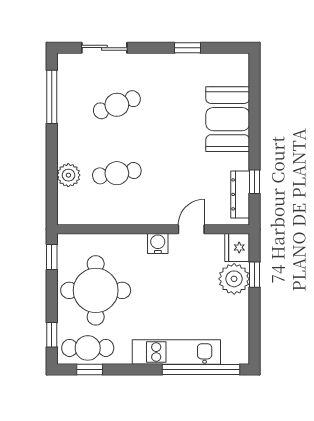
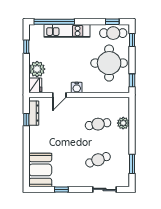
window: (52, 97) -> (132, 164), width x0.69
booth: (228, 119) -> (40, 170), moved
window: (255, 275) -> (26, 47), moved

